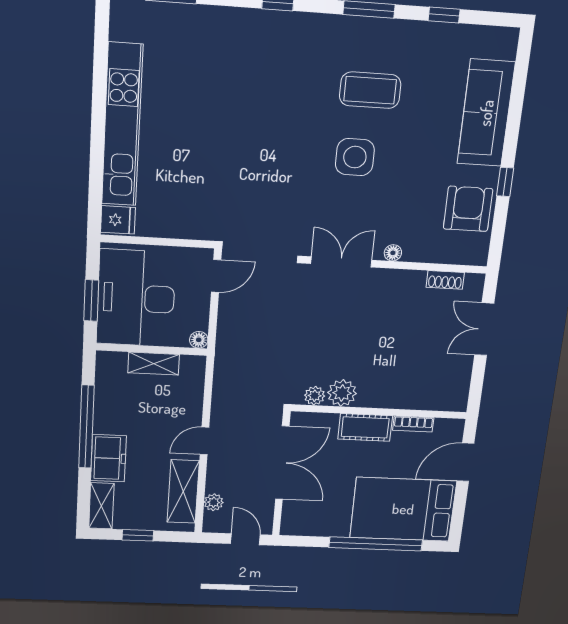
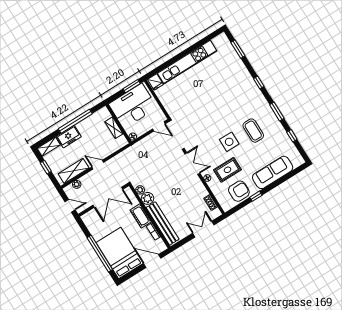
rug: (408, 201) -> (228, 170), added
window: (91, 300) -> (132, 86), moved
bench: (412, 397) -> (163, 223), added
door: (245, 539) -> (70, 206), hinge flipped

